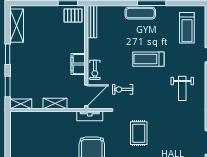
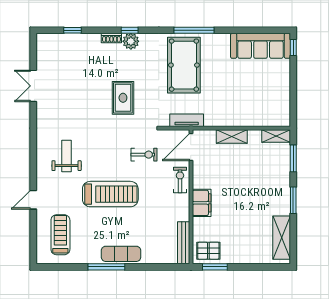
treadmill: (148, 59) -> (110, 194), width x1.37, depth x1.38
filing cabinet: (78, 64) -> (202, 203), moved

